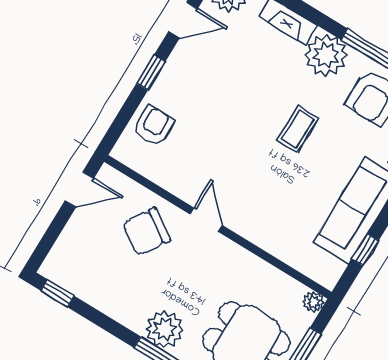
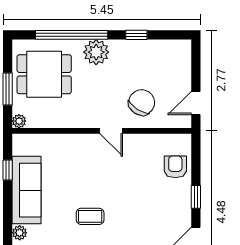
armchair: (154, 126) -> (175, 167), turned 180
coffee table: (298, 129) -> (90, 216), turned 90
window: (58, 293) -> (136, 35), moved

